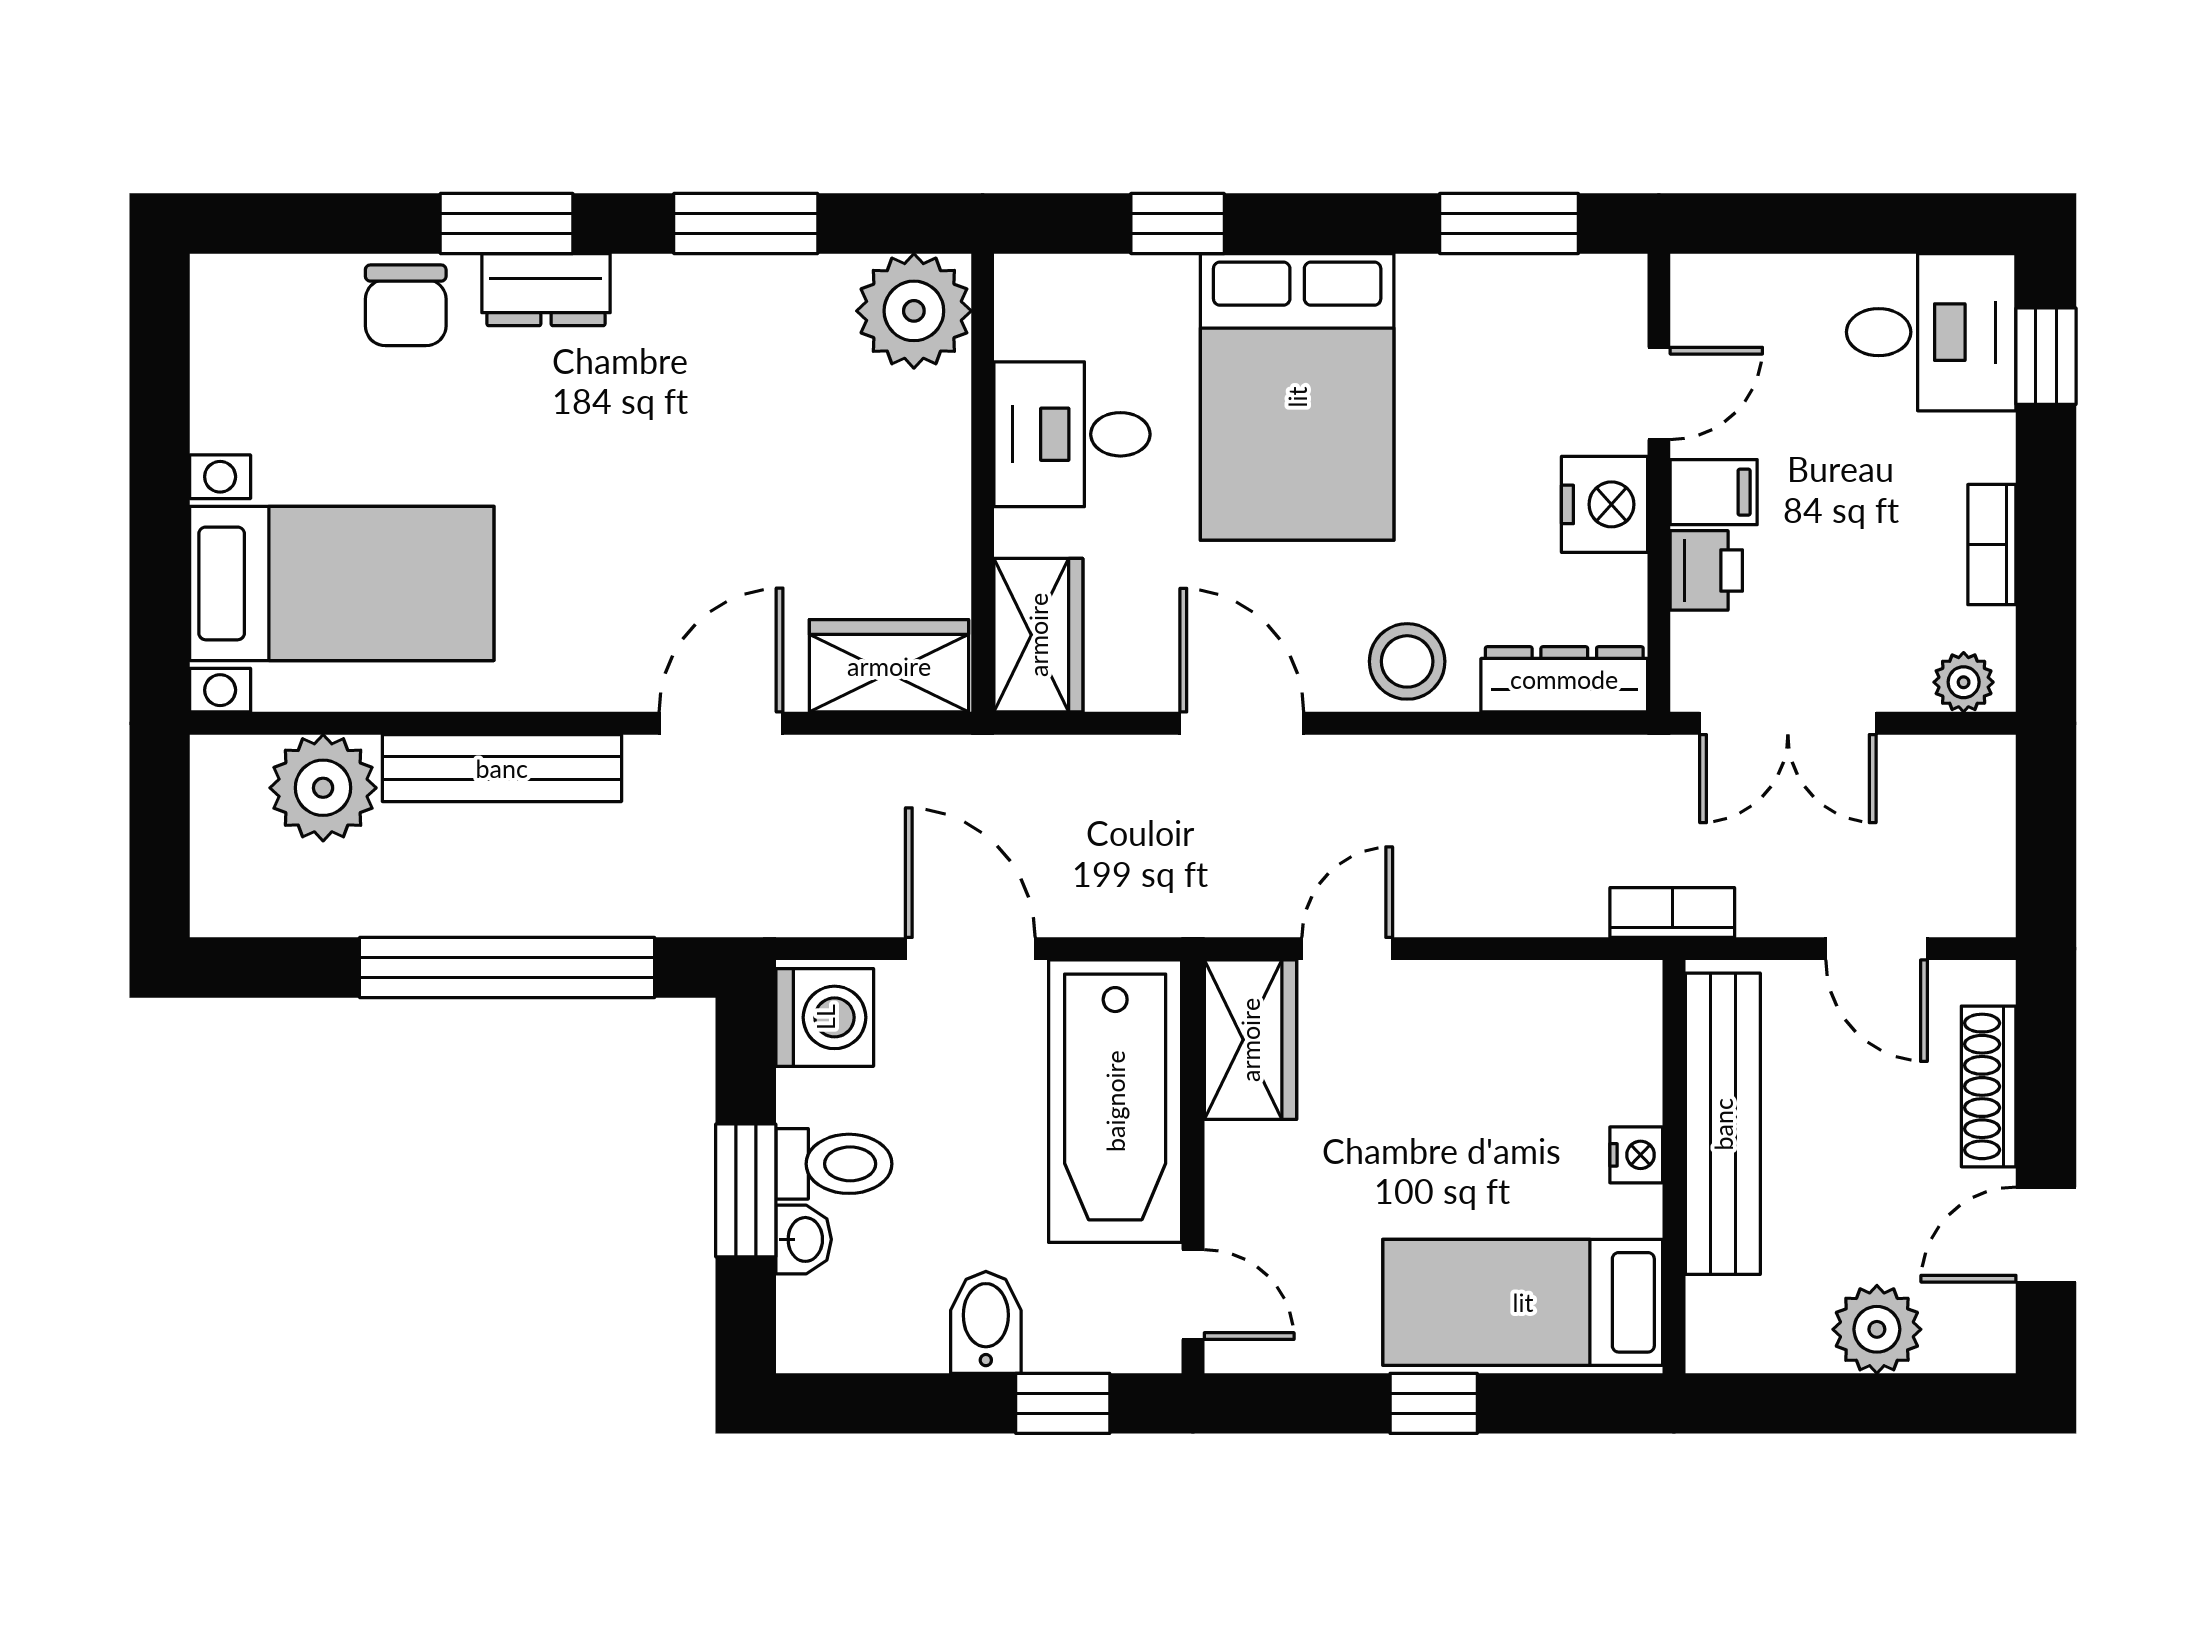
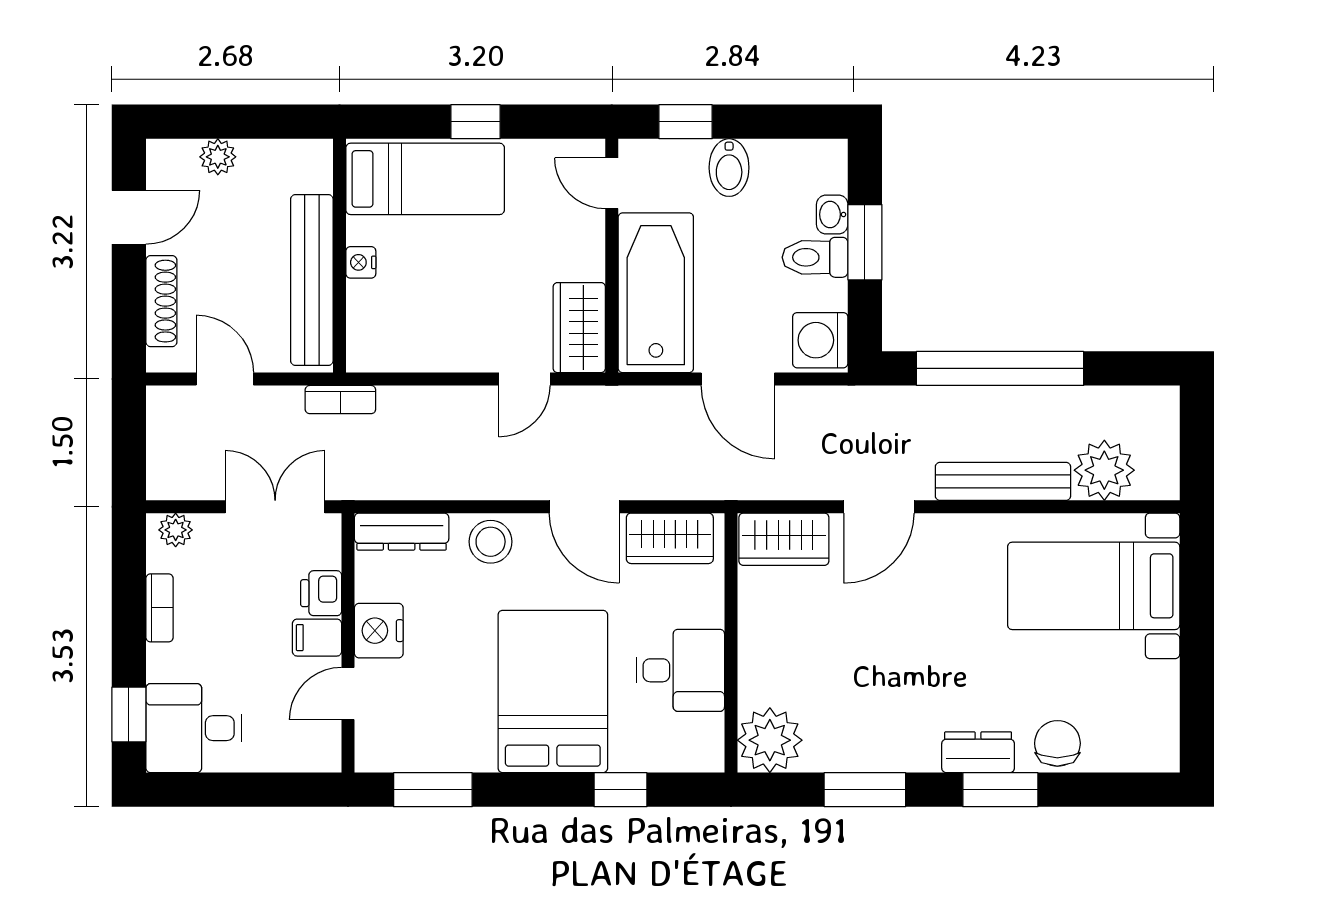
wardrobe: (1038, 635) -> (670, 538), moved, turned -90
plant: (1877, 1329) -> (218, 157), width x0.73, depth x0.73

